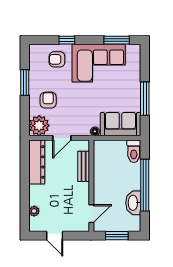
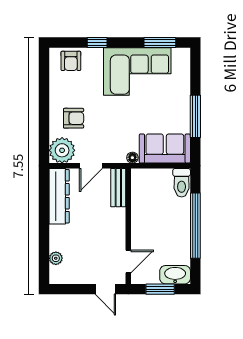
armchair: (57, 59) -> (71, 61), moved, turned -90
window: (25, 83) -> (44, 96), removed
armchair: (48, 100) -> (74, 118), turned 90
bench: (84, 166) -> (118, 188), moved
washbasin: (133, 203) -> (175, 275), moved, turned 90
door: (55, 236) -> (105, 289), moved

